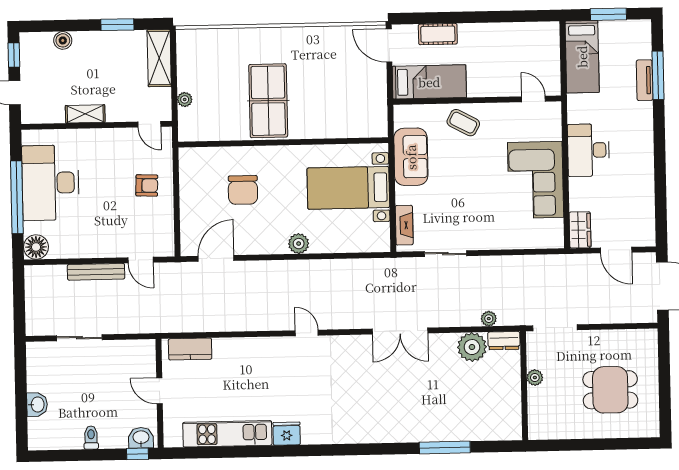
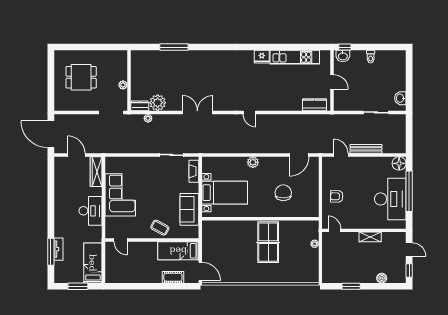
shelving: (159, 58) -> (328, 267), removed
wardrobe: (580, 230) -> (96, 172), width x1.50
washbasin: (37, 405) -> (400, 98), moved

